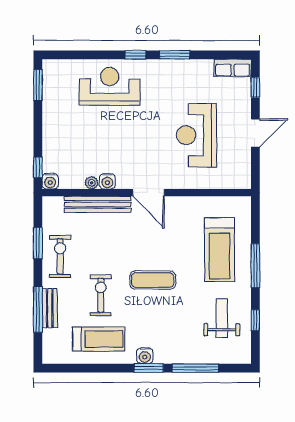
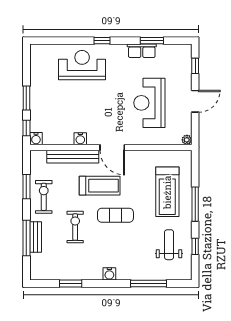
window: (175, 55) -> (152, 41), moved
row of seats: (233, 68) -> (142, 51), moved
window: (38, 85) -> (26, 98), moved
plant: (92, 183) -> (187, 140), moved
treadmill: (99, 339) -> (100, 186), moved
window: (149, 368) -> (71, 284), moved

